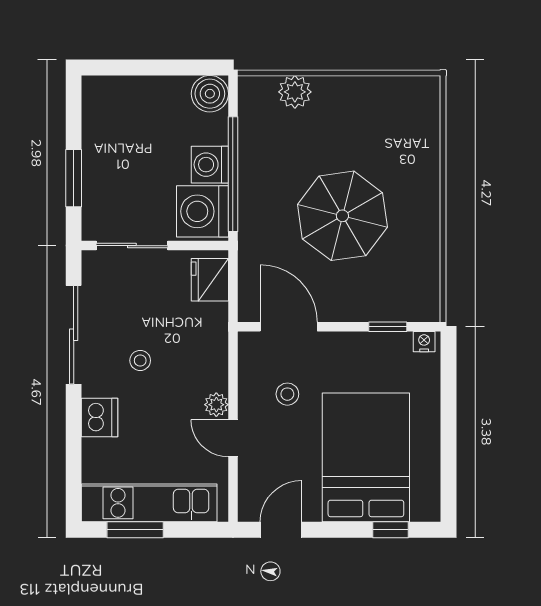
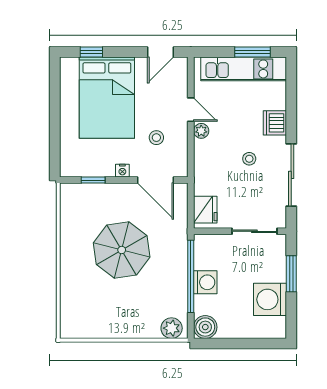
plant: (295, 92) -> (172, 328), moved
washing machine: (202, 211) -> (270, 299), moved, turned 180
nightstand: (424, 342) -> (122, 171), moved

